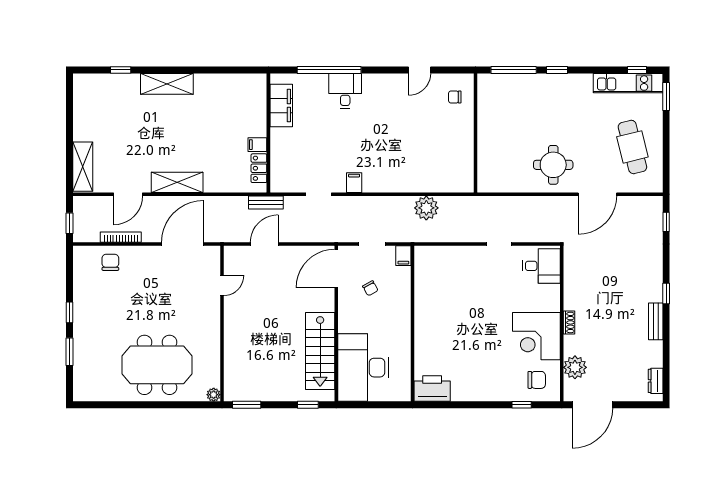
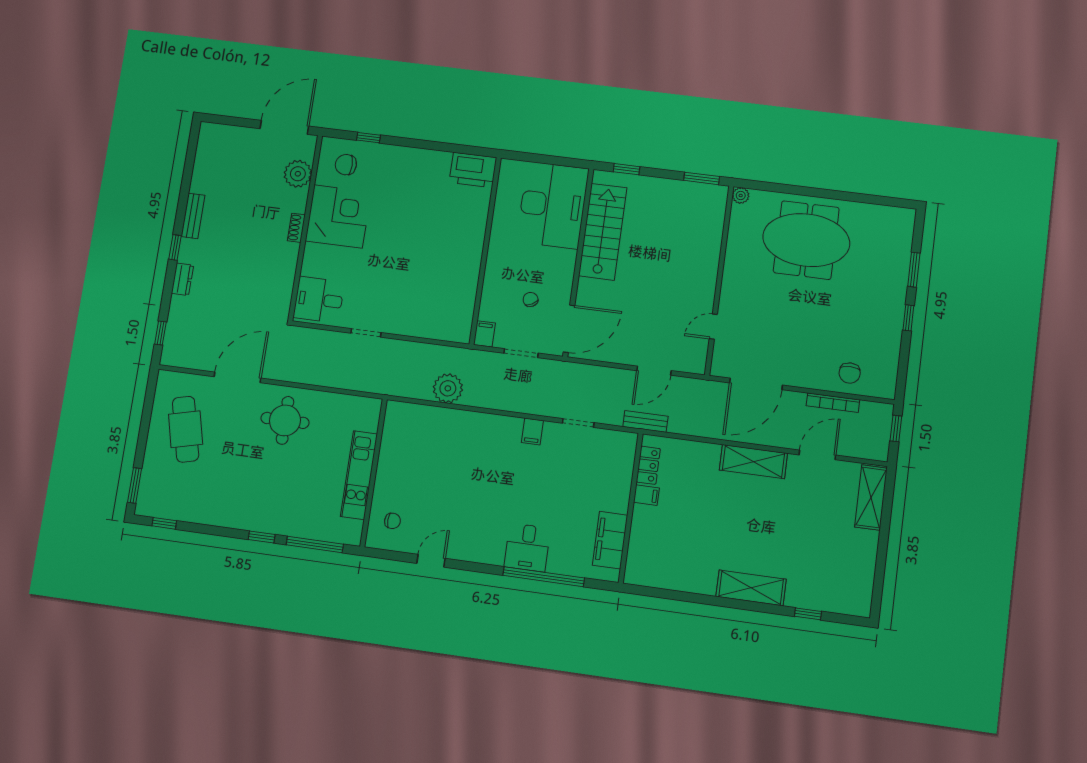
kitchen unit: (628, 83) -> (359, 475), moved, turned -90
dresser: (656, 381) -> (182, 279), moved

